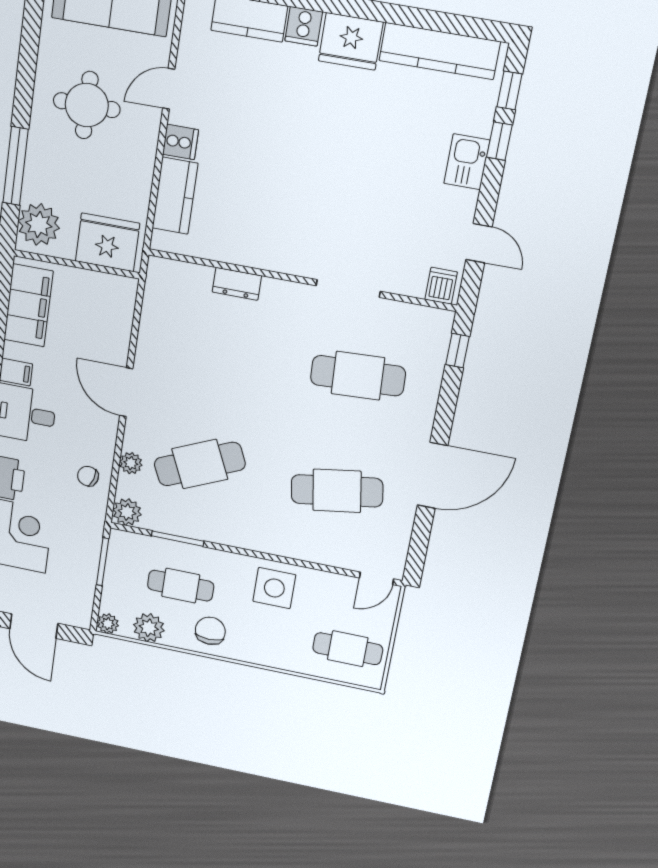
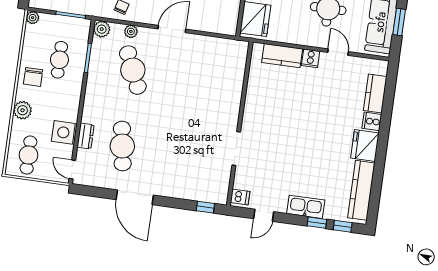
kitchen sink: (467, 162) -> (306, 207), width x1.38
dresser: (237, 284) -> (86, 136), moved, turned 180
cafe table: (358, 376) -> (189, 155), removed
side table: (274, 588) -> (63, 132), moved
plant: (149, 628) -> (23, 110), moved
chair: (210, 631) -> (33, 77), turned 90

